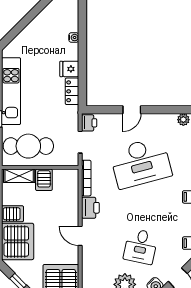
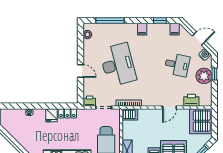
server rack: (44, 180) -> (130, 114), moved
printer: (90, 208) -> (191, 100), moved

